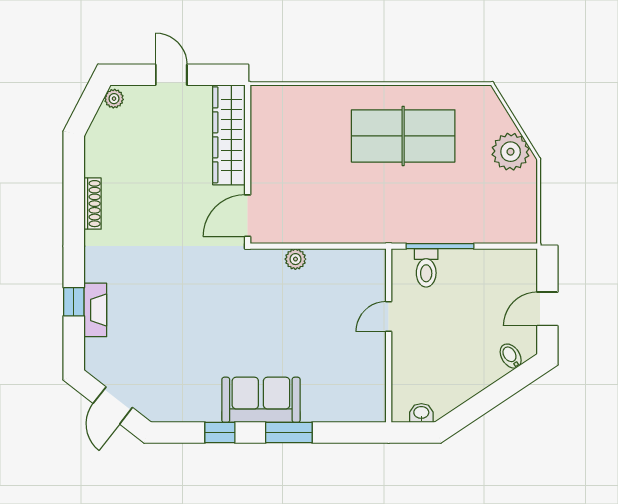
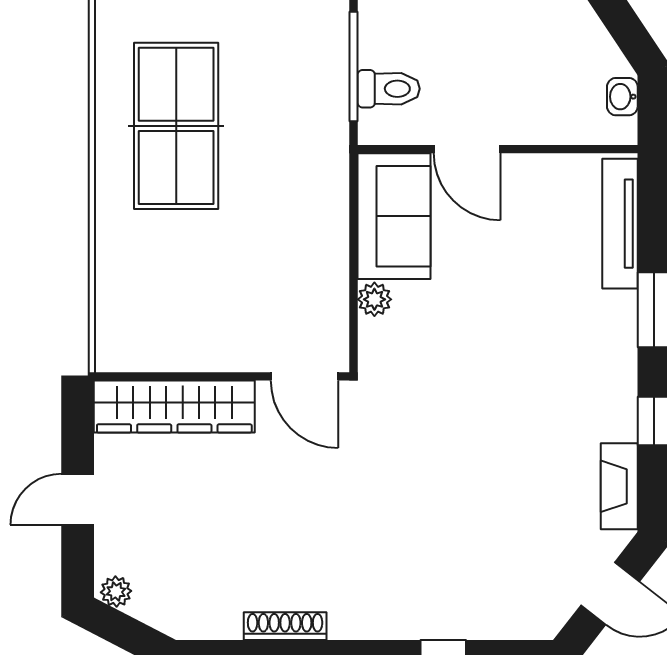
fireplace: (95, 310) -> (619, 486), moved, turned -90
door: (389, 317) -> (467, 149), width x1.38
sofa: (261, 400) -> (394, 216), moved, turned 180
tv unit: (342, 412) -> (620, 224), added

